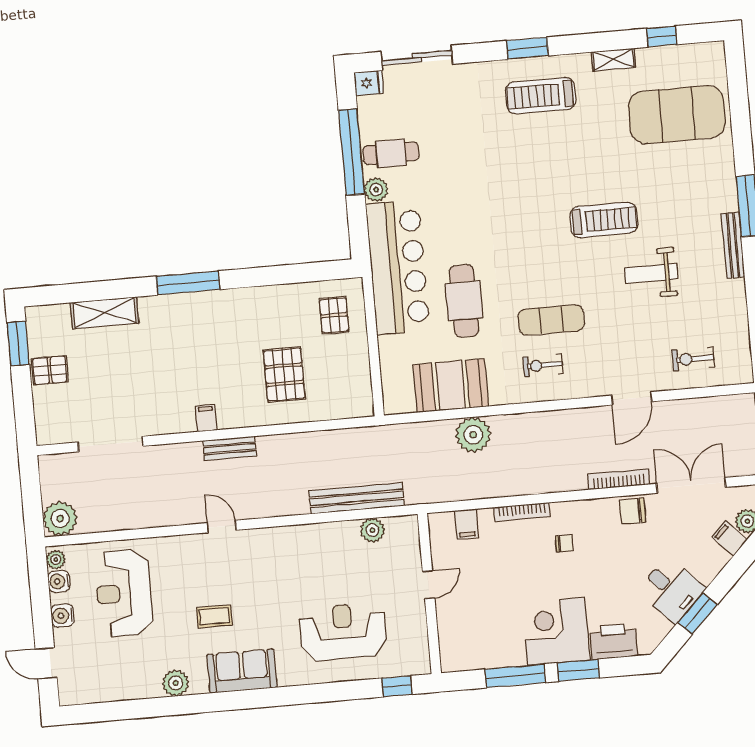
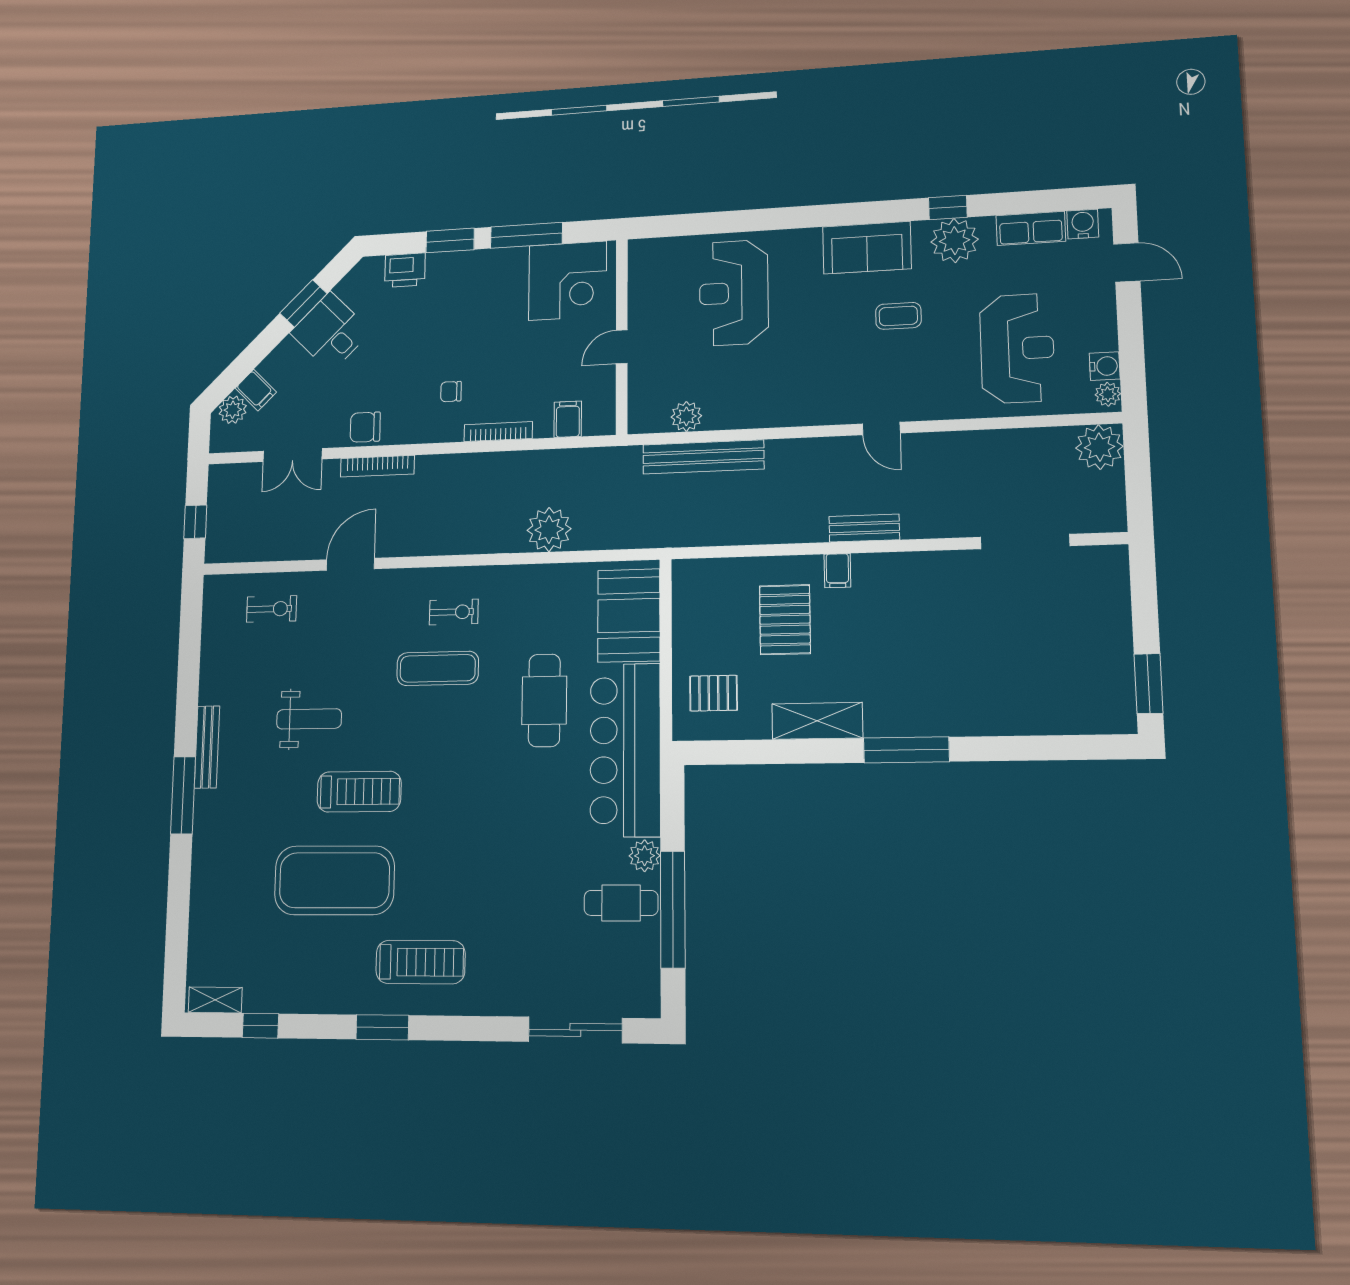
window: (527, 48) -> (382, 1027), moved
shelving: (613, 60) -> (215, 1000), moved
fridge: (369, 83) -> (642, 1002), removed
exercise mat: (677, 115) -> (334, 880), moved
treadmill: (604, 220) -> (359, 792), turned 180
shelving: (105, 313) -> (817, 721), moved
pallet: (334, 315) -> (714, 693), turned 90
pallet: (50, 370) -> (1105, 644), removed
booth: (451, 385) -> (629, 615), moved, turned 90
filing cabinet: (206, 418) -> (837, 571), moved
double door: (691, 485) -> (293, 455), width x0.73
chair: (632, 511) -> (365, 427), turned 180
water cooler: (63, 616) -> (1083, 224), moved, turned -90
corner desk: (556, 631) -> (568, 281), moved
reception desk: (343, 632) -> (734, 293), turned 90
printer: (614, 641) -> (405, 270), width x0.73, depth x0.84
plant: (176, 683) -> (955, 241), width x1.36, depth x1.36
window: (397, 686) -> (948, 208), moved
row of seats: (118, 689) -> (1031, 228), added

